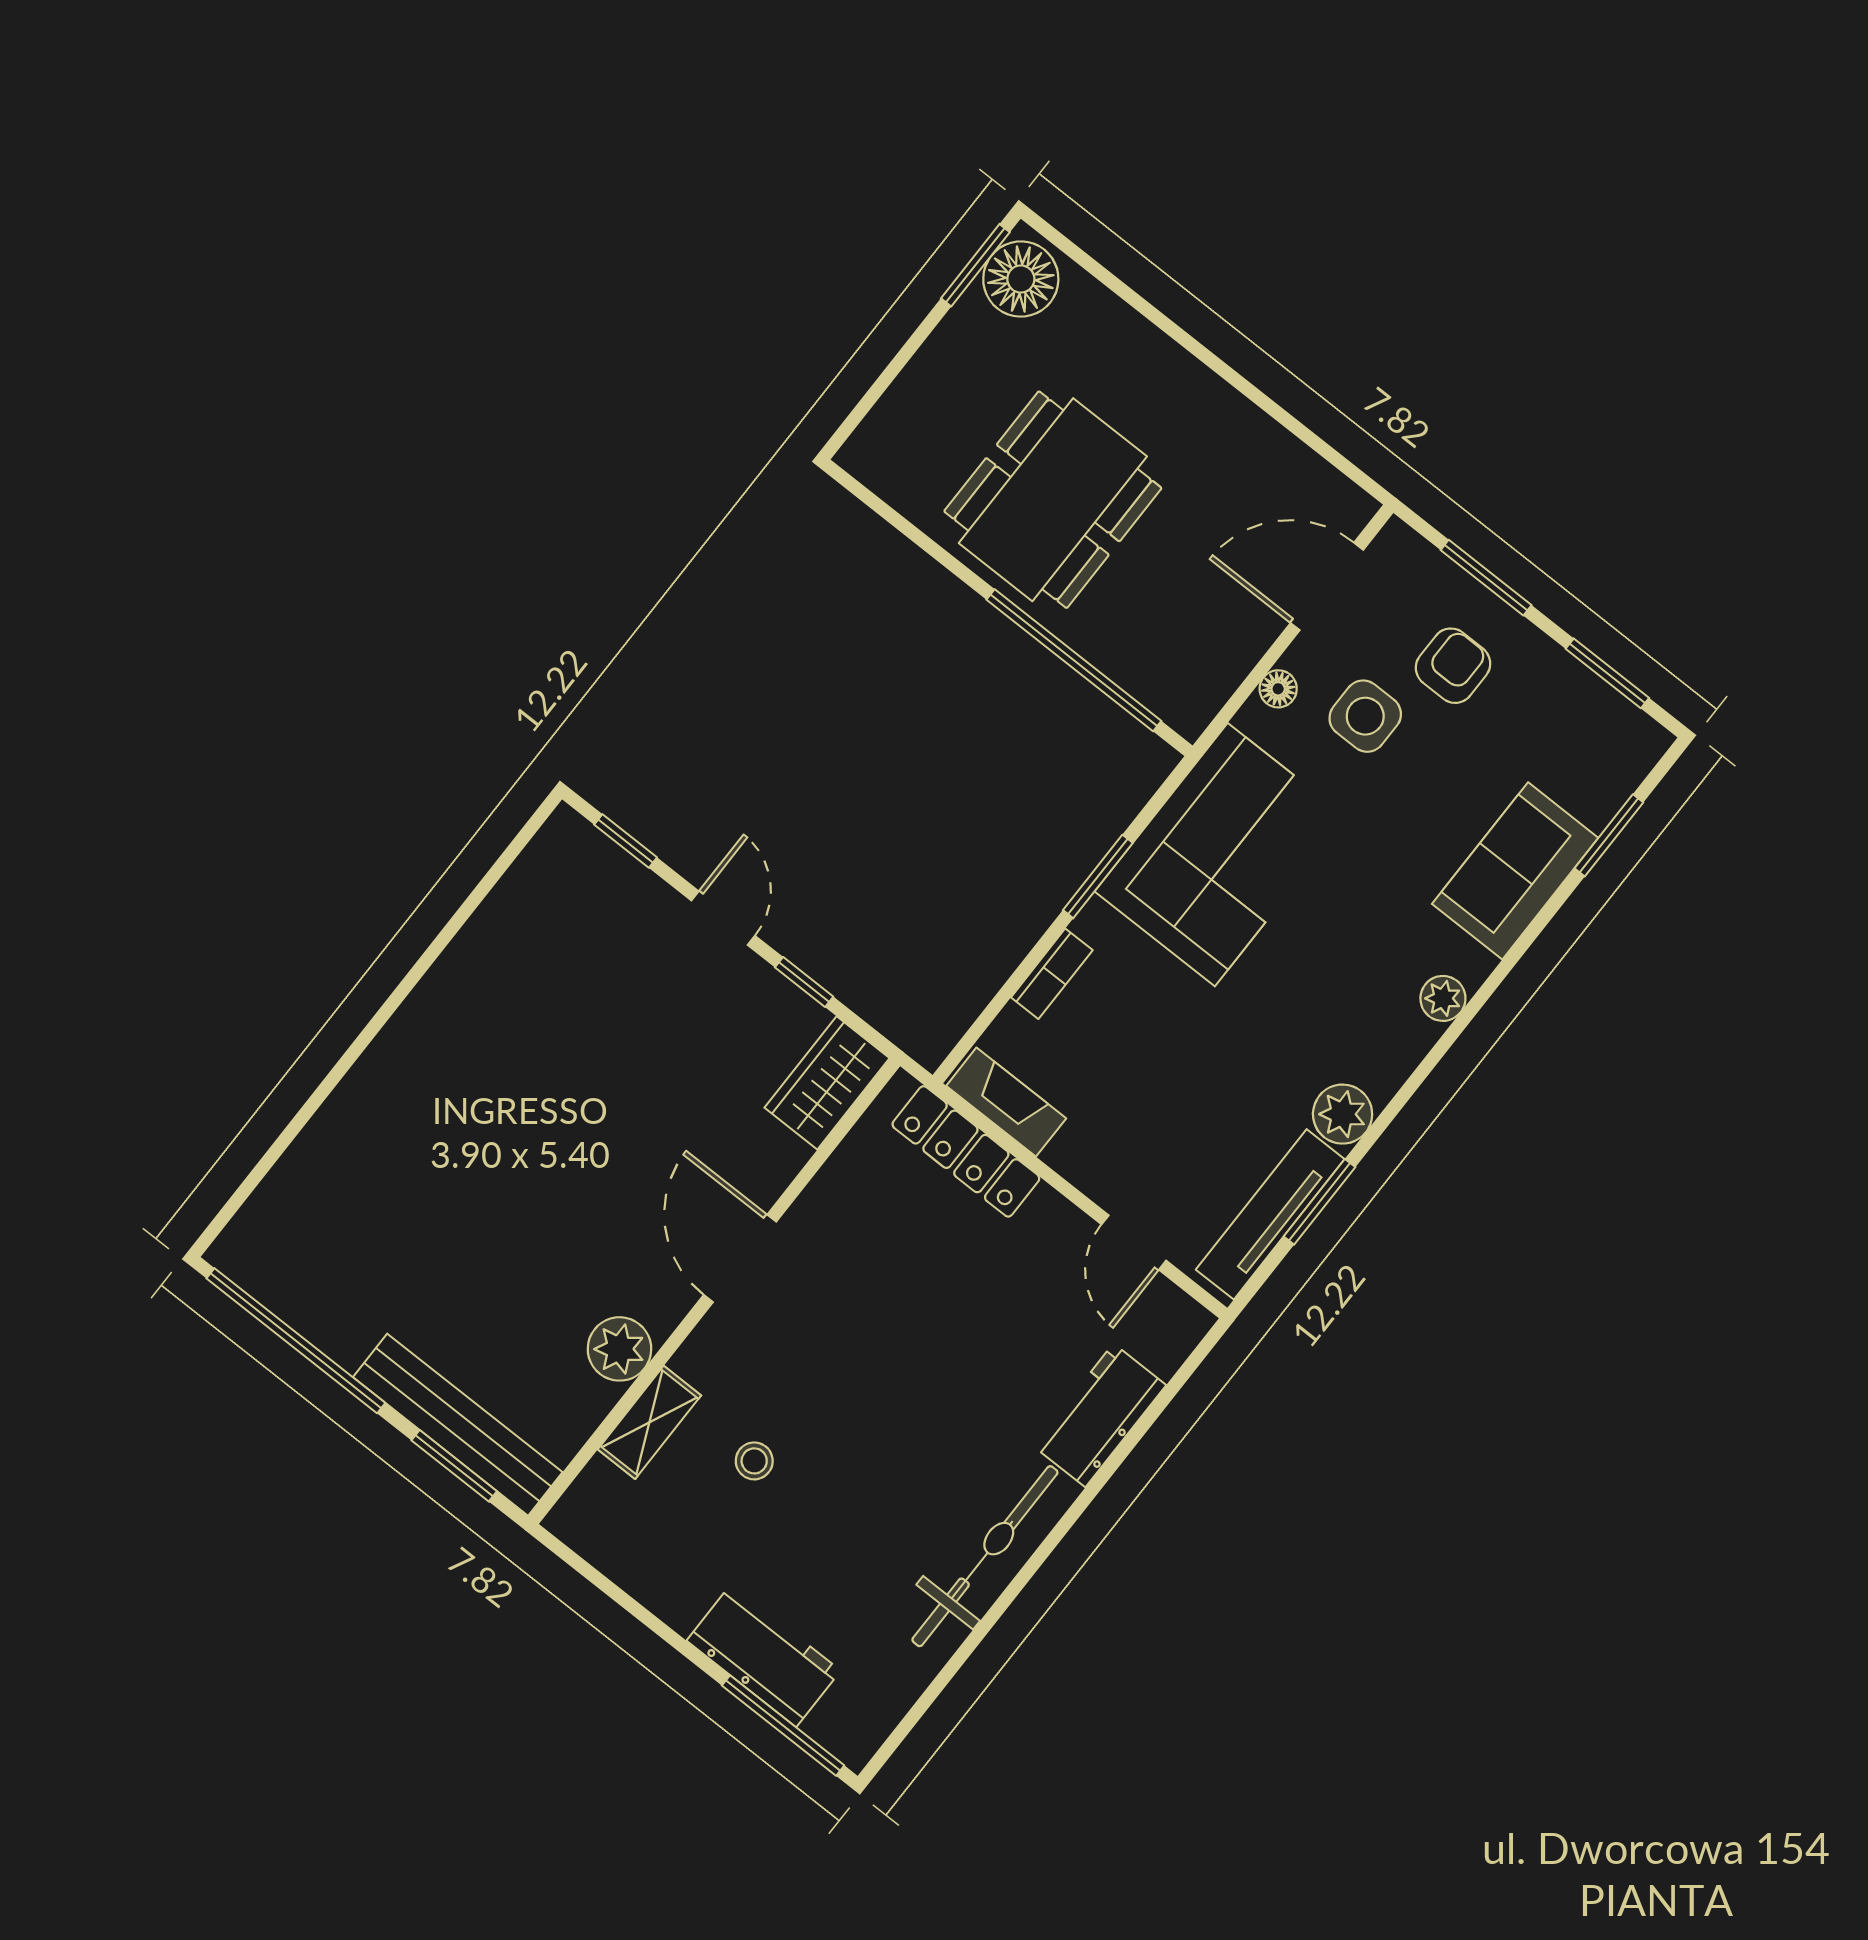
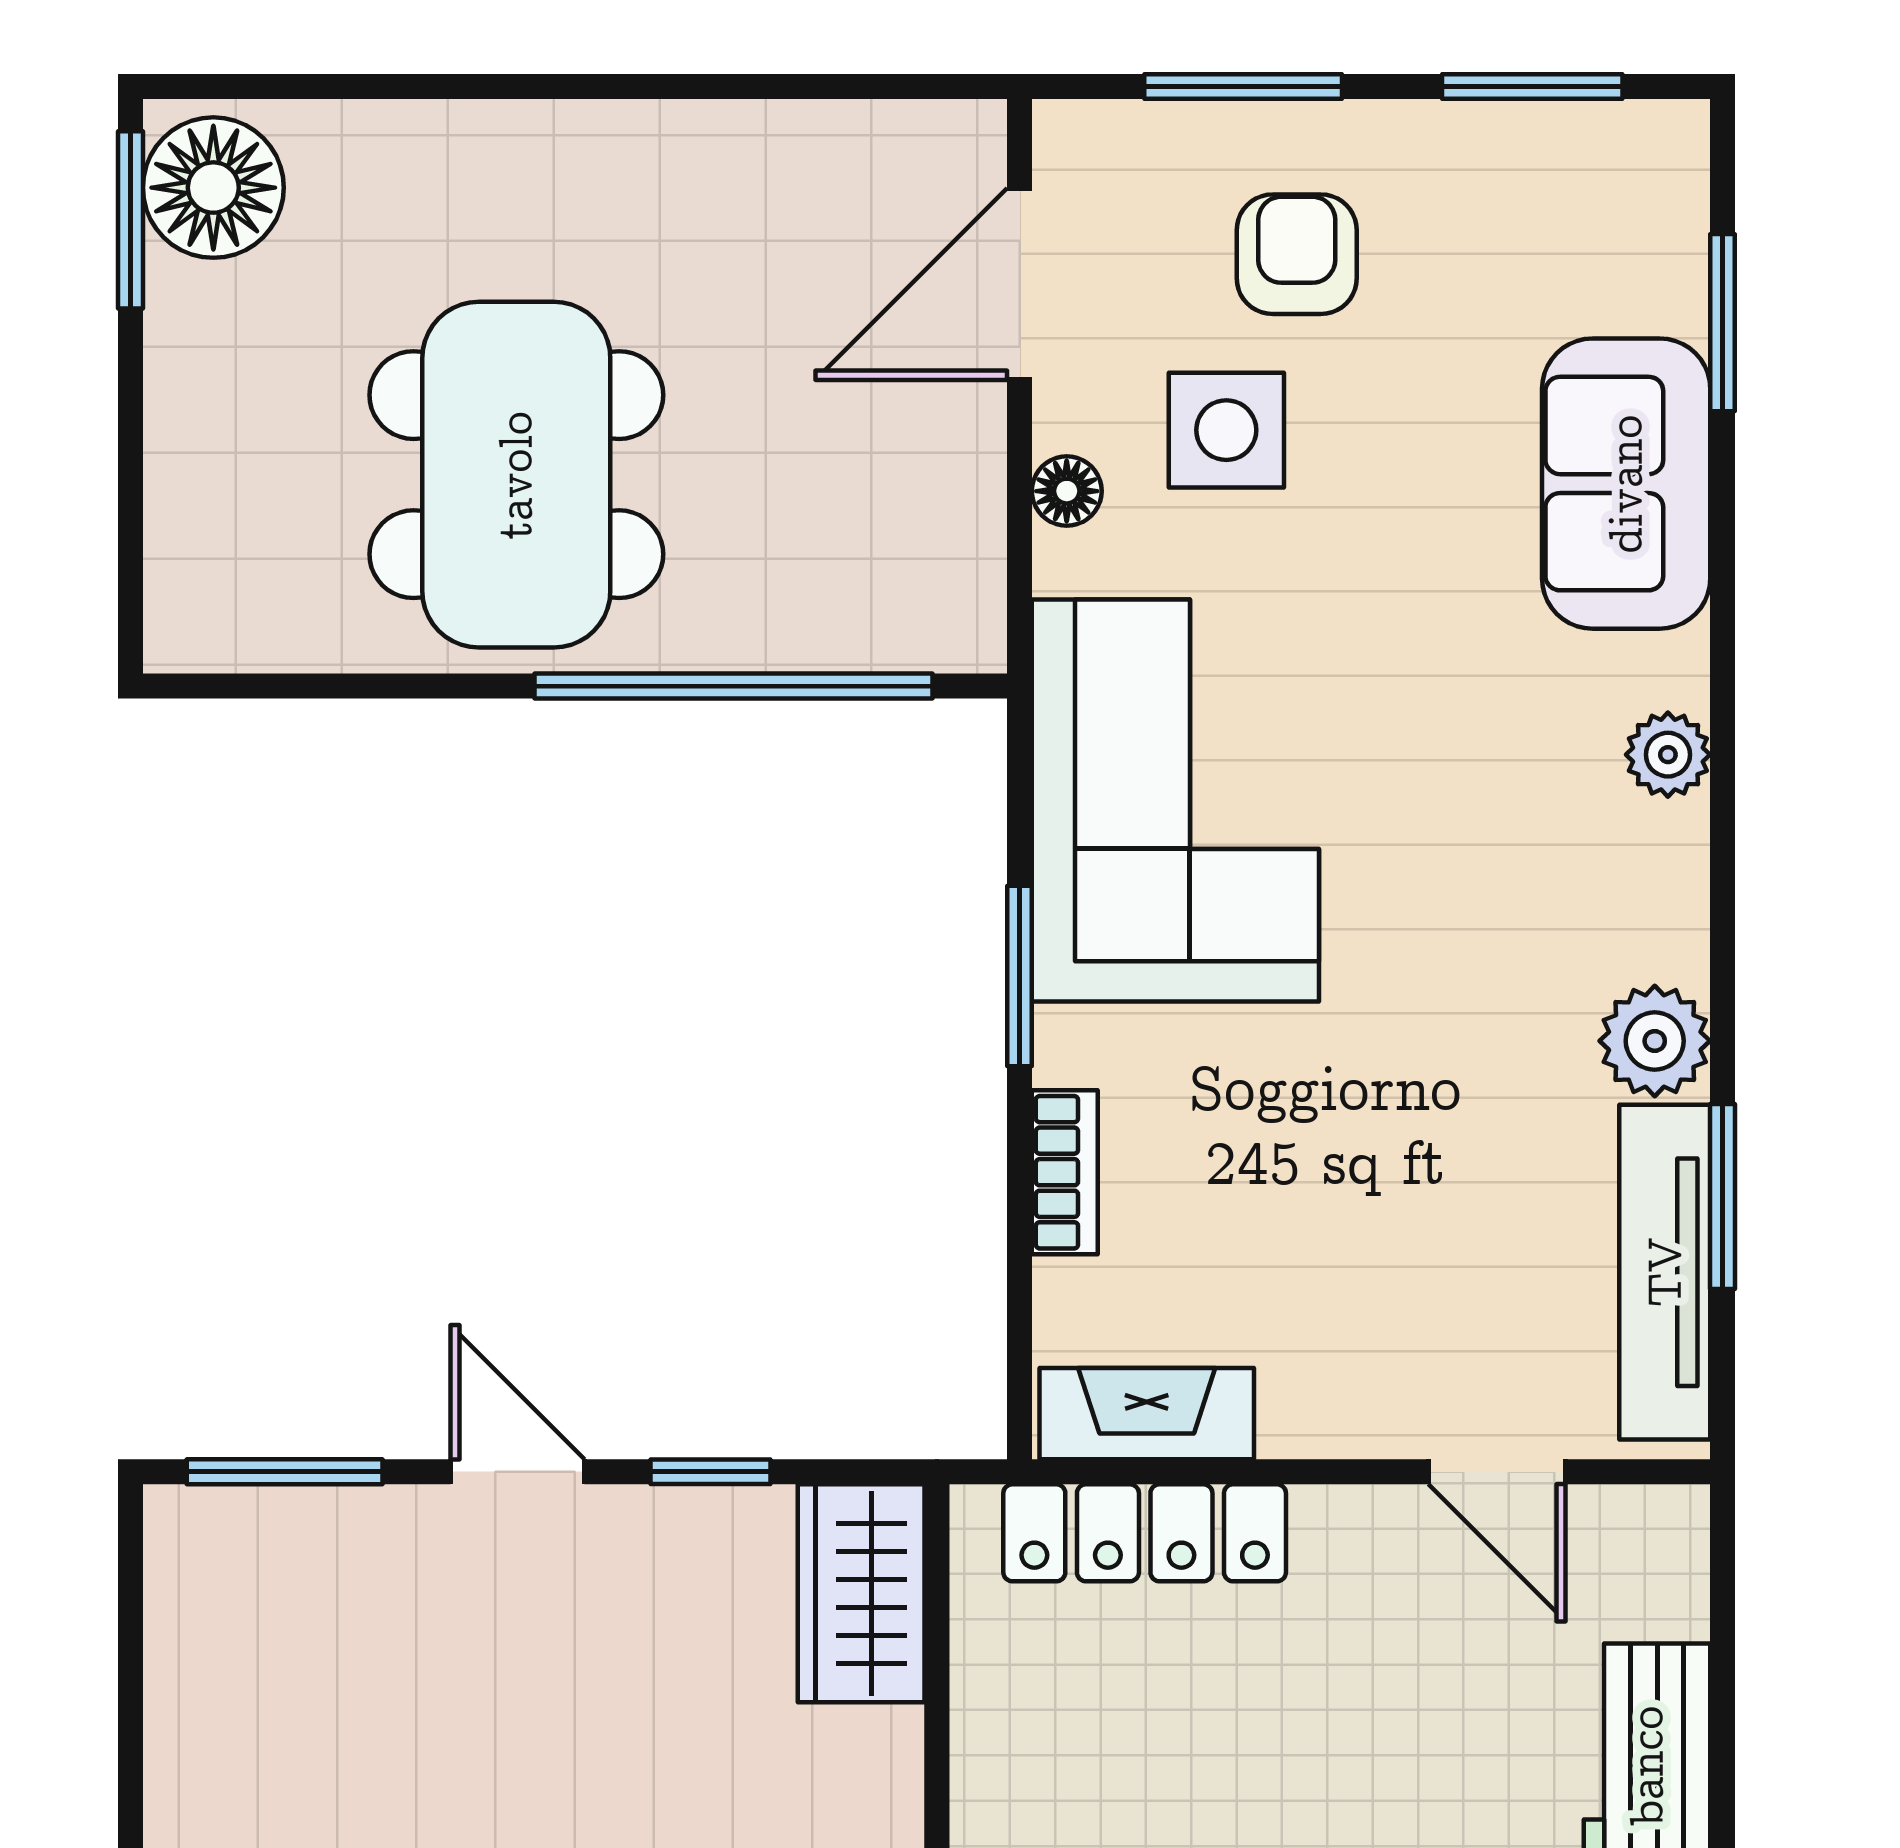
window: (626, 841) -> (285, 1472), width x1.50

